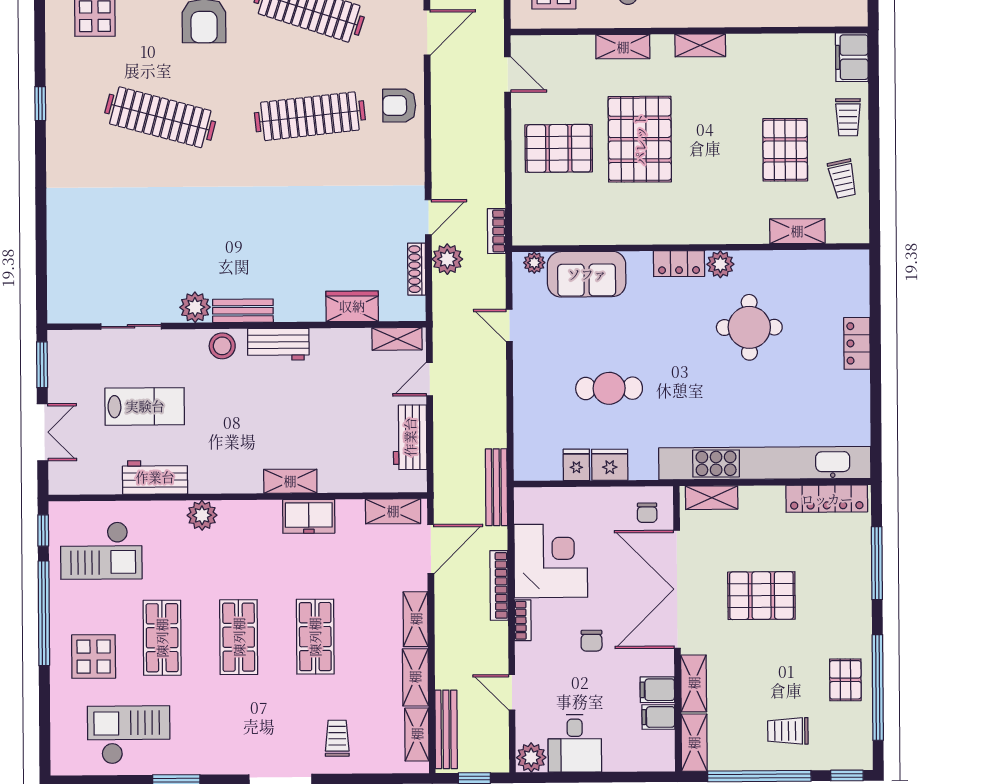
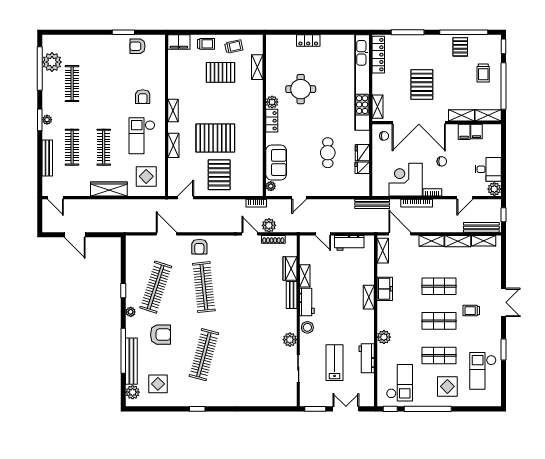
bench: (243, 311) -> (292, 295), moved
shelving: (397, 339) -> (305, 276), moved
pallet: (845, 680) -> (460, 47), turned 90
trolley: (337, 738) -> (471, 311), moved

